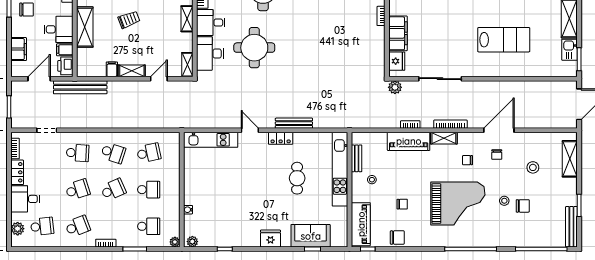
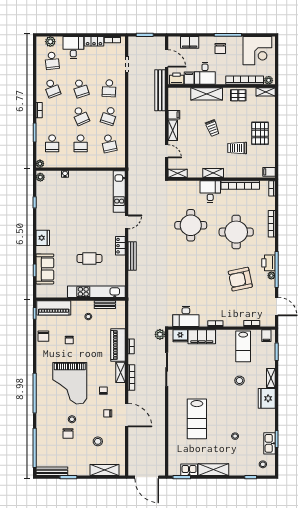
desk: (210, 54) -> (186, 316), moved, turned 180

